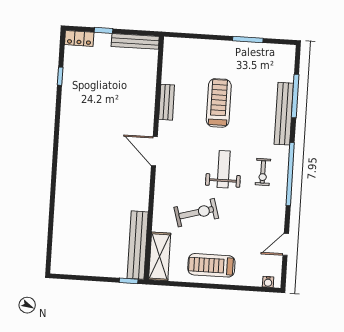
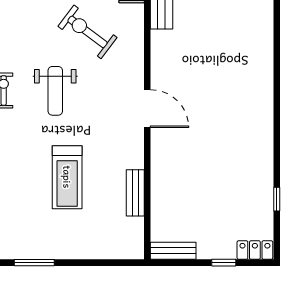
bench: (135, 41) -> (173, 251), width x0.73
bench: (167, 102) -> (135, 193), moved
exercise bike: (196, 213) -> (88, 32), turned 53

